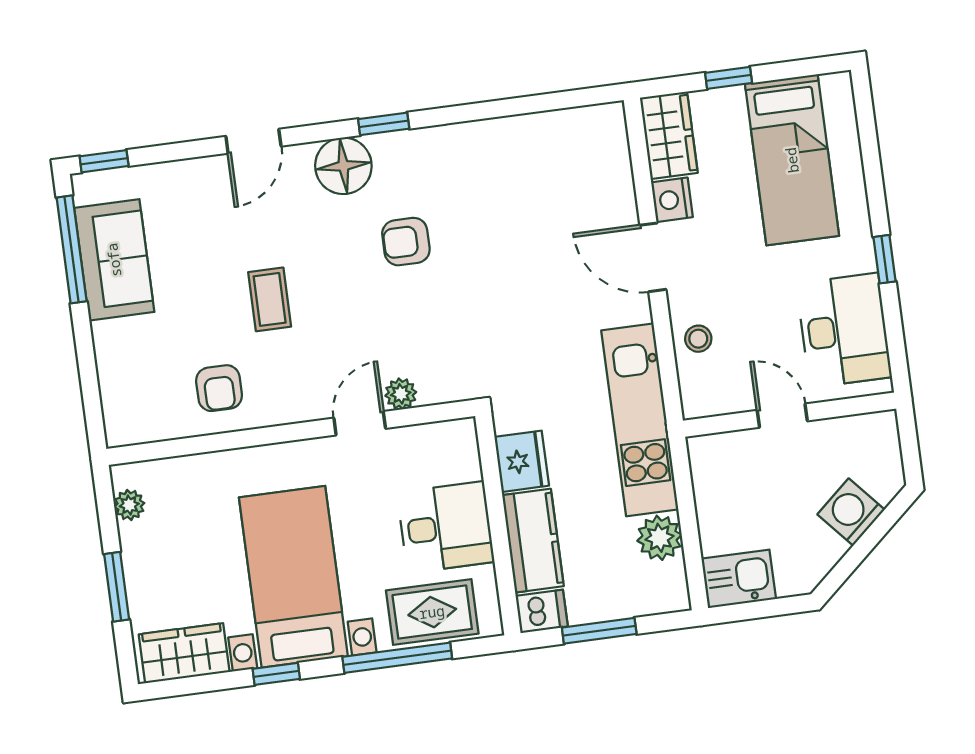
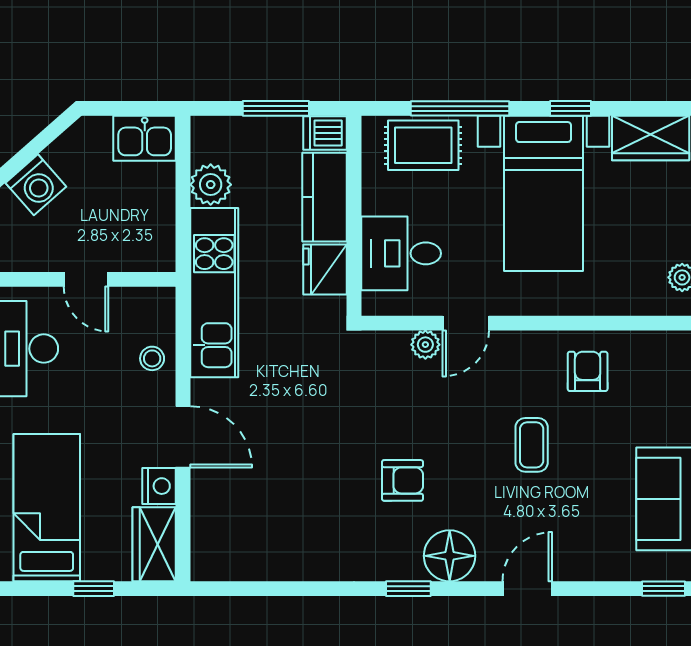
desk: (446, 527) -> (401, 253), moved

